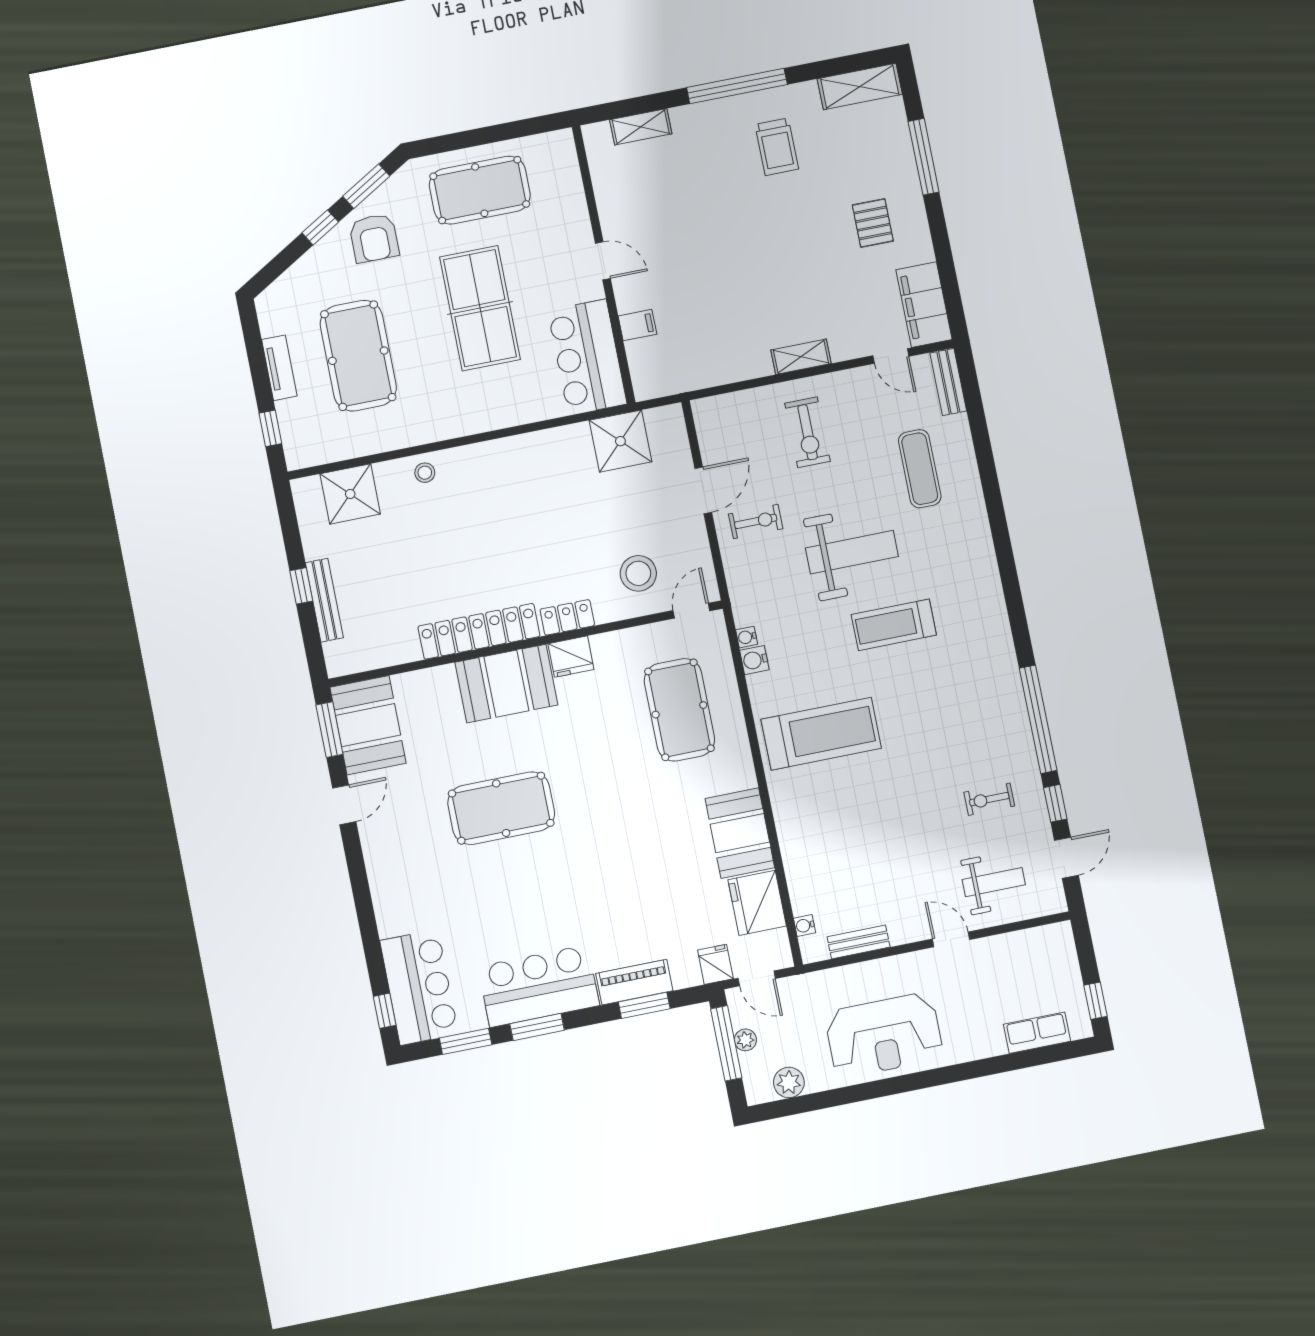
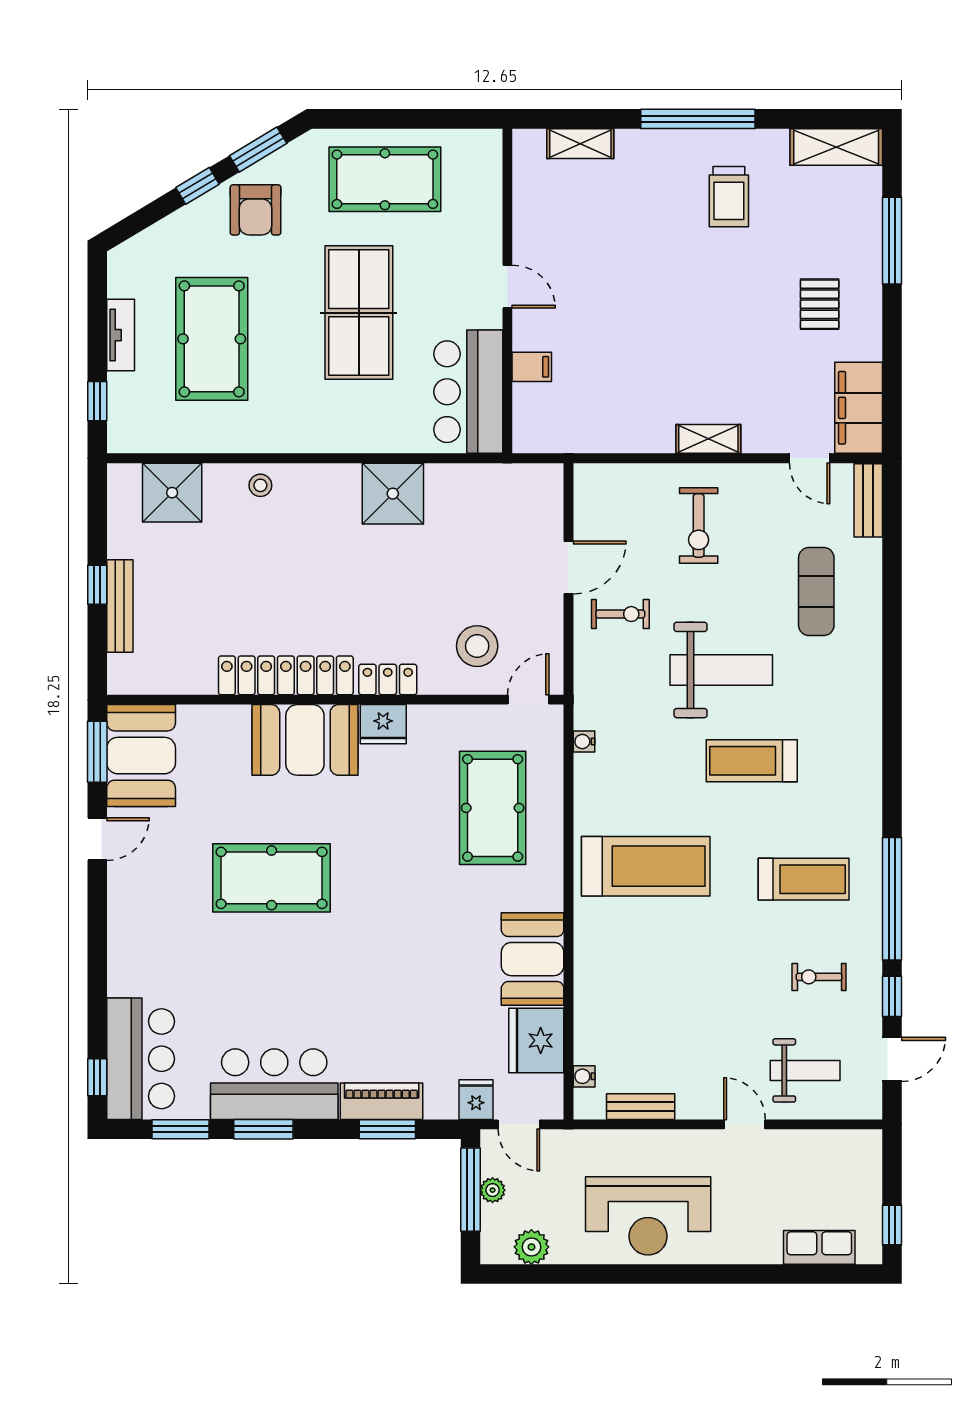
shower: (620, 441) -> (393, 494), moved
water cooler: (754, 660) -> (588, 769), removed
treadmill: (959, 718) -> (804, 879), added

